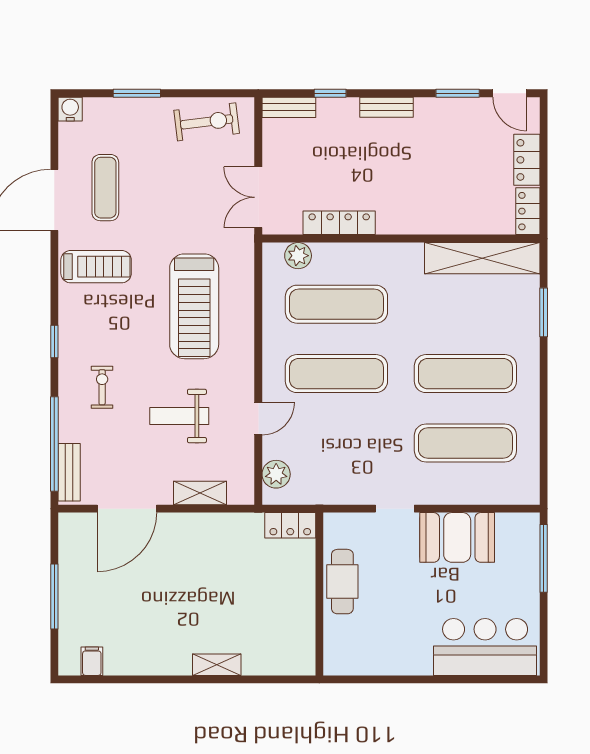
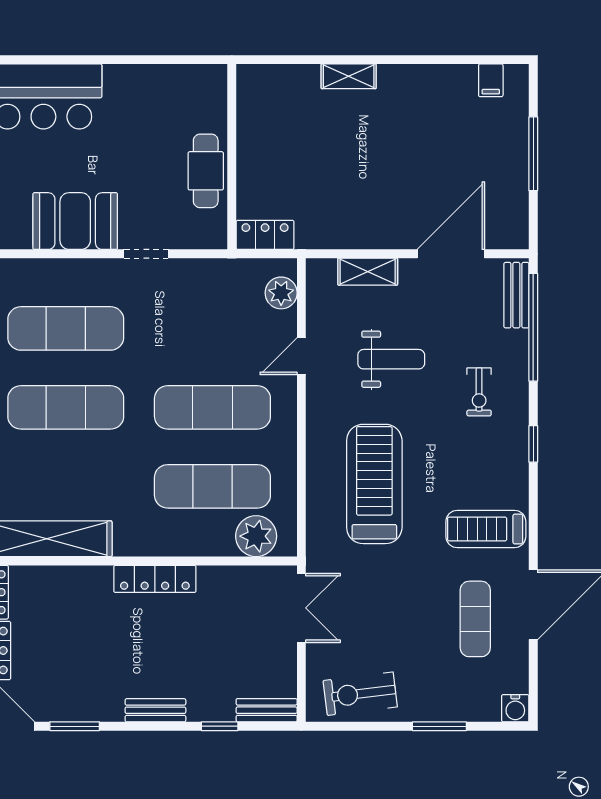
locker: (339, 223) -> (155, 579), moved
plant: (298, 256) -> (256, 536), width x1.36, depth x1.36

